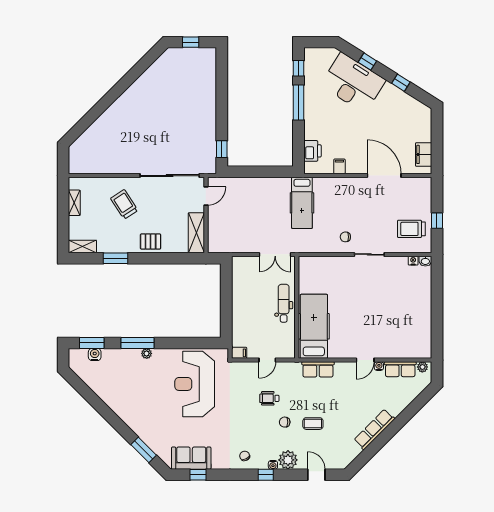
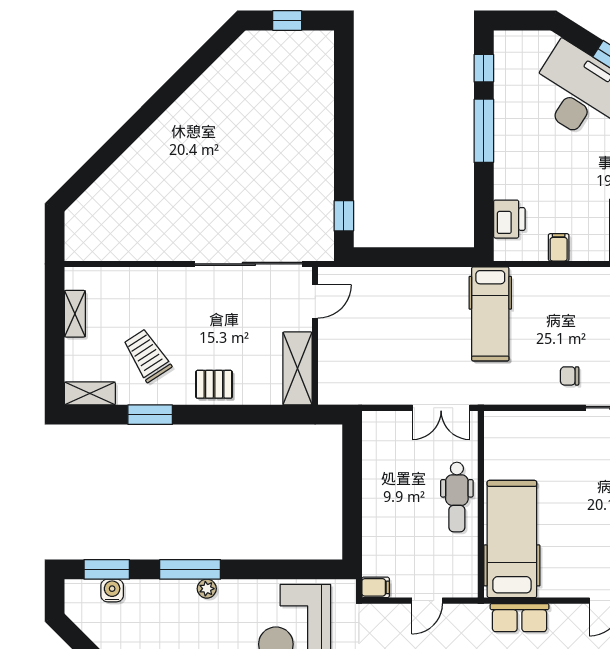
trolley: (124, 204) -> (147, 356), moved
dental chair: (284, 303) -> (457, 497), turned 180

